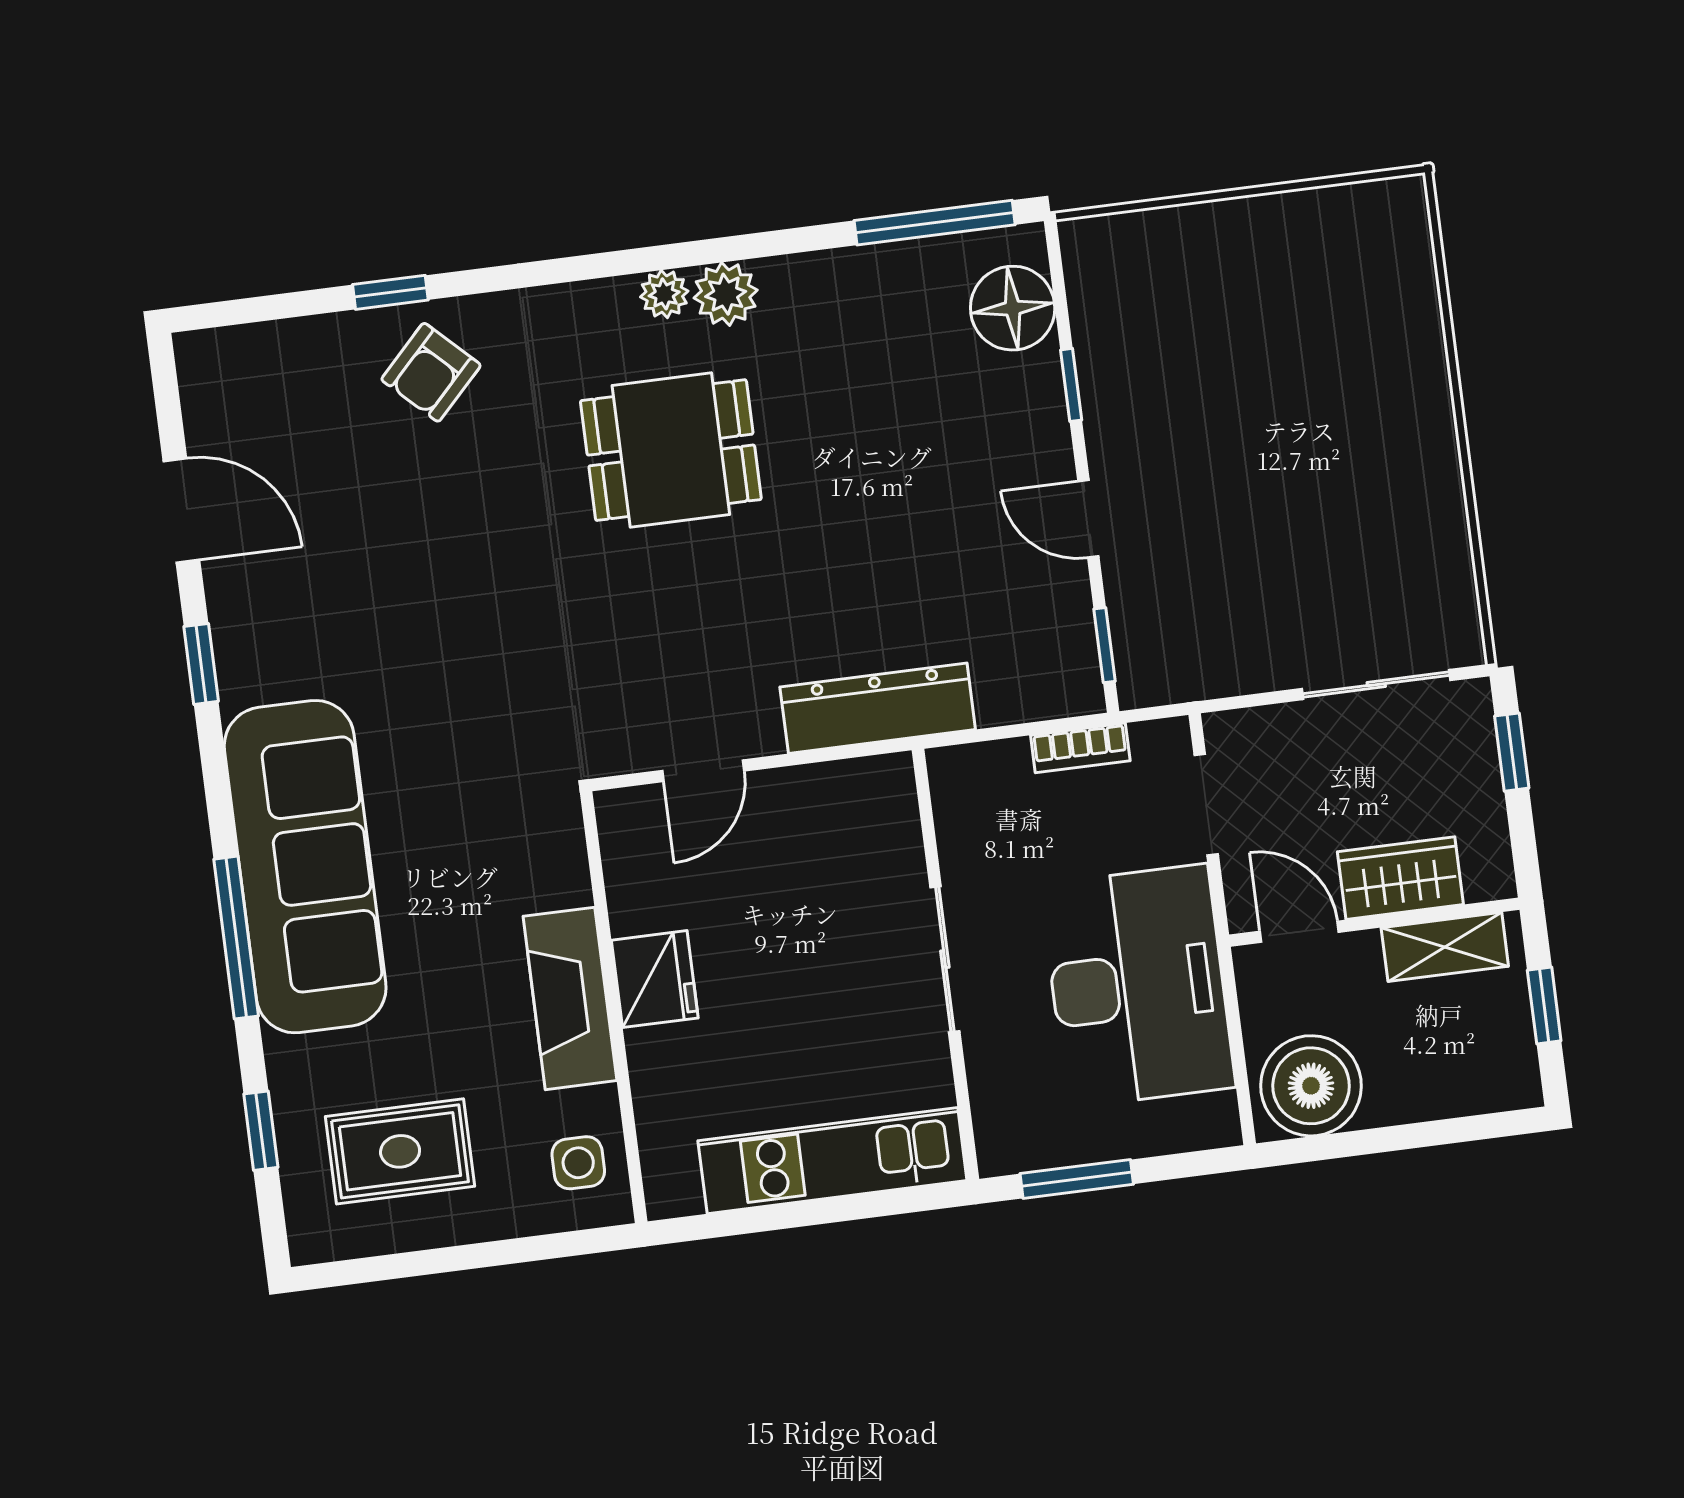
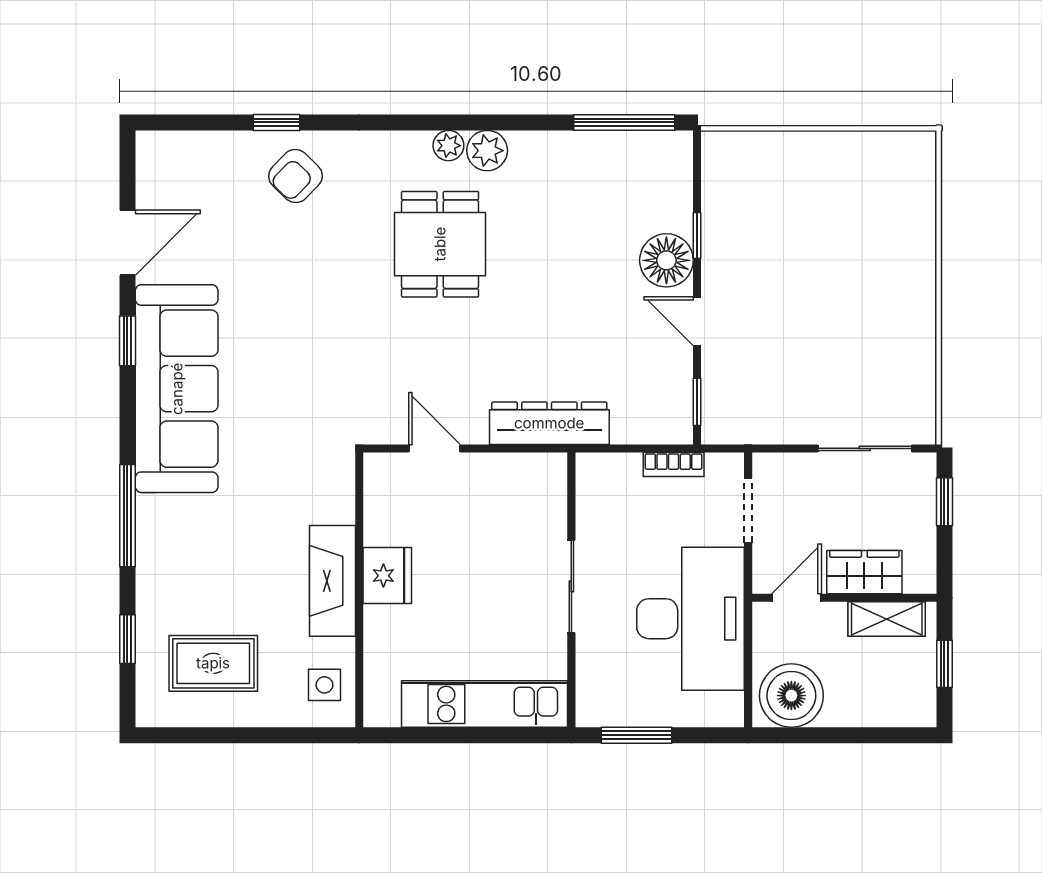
floor lamp: (1013, 308) -> (666, 260), moved
dining table: (671, 450) -> (440, 244), turned 90
door: (181, 510) -> (127, 243), hinge flipped
door: (703, 771) -> (435, 448), swing flipped
sofa: (305, 867) -> (177, 389), moved
door: (1299, 932) -> (796, 598), hinge flipped

